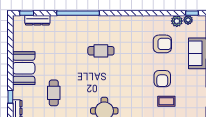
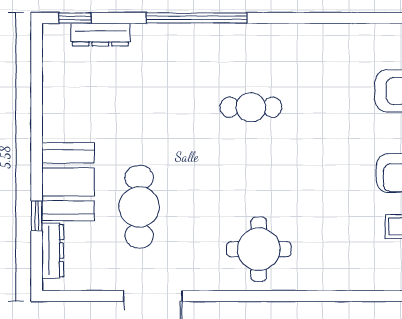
booth: (24, 68) -> (68, 182), moved
cafe table: (54, 93) -> (139, 207), width x1.37, depth x1.35

